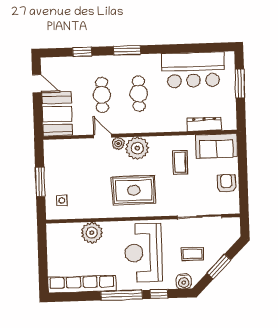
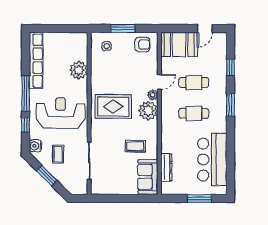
armchair: (226, 184) -> (142, 44), moved
rug: (134, 190) -> (113, 107), turned 90

